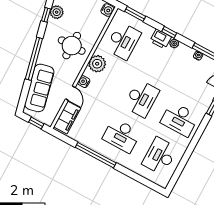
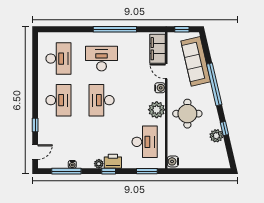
desk: (123, 41) -> (145, 142), turned 180
desk: (180, 119) -> (58, 100), turned 90

